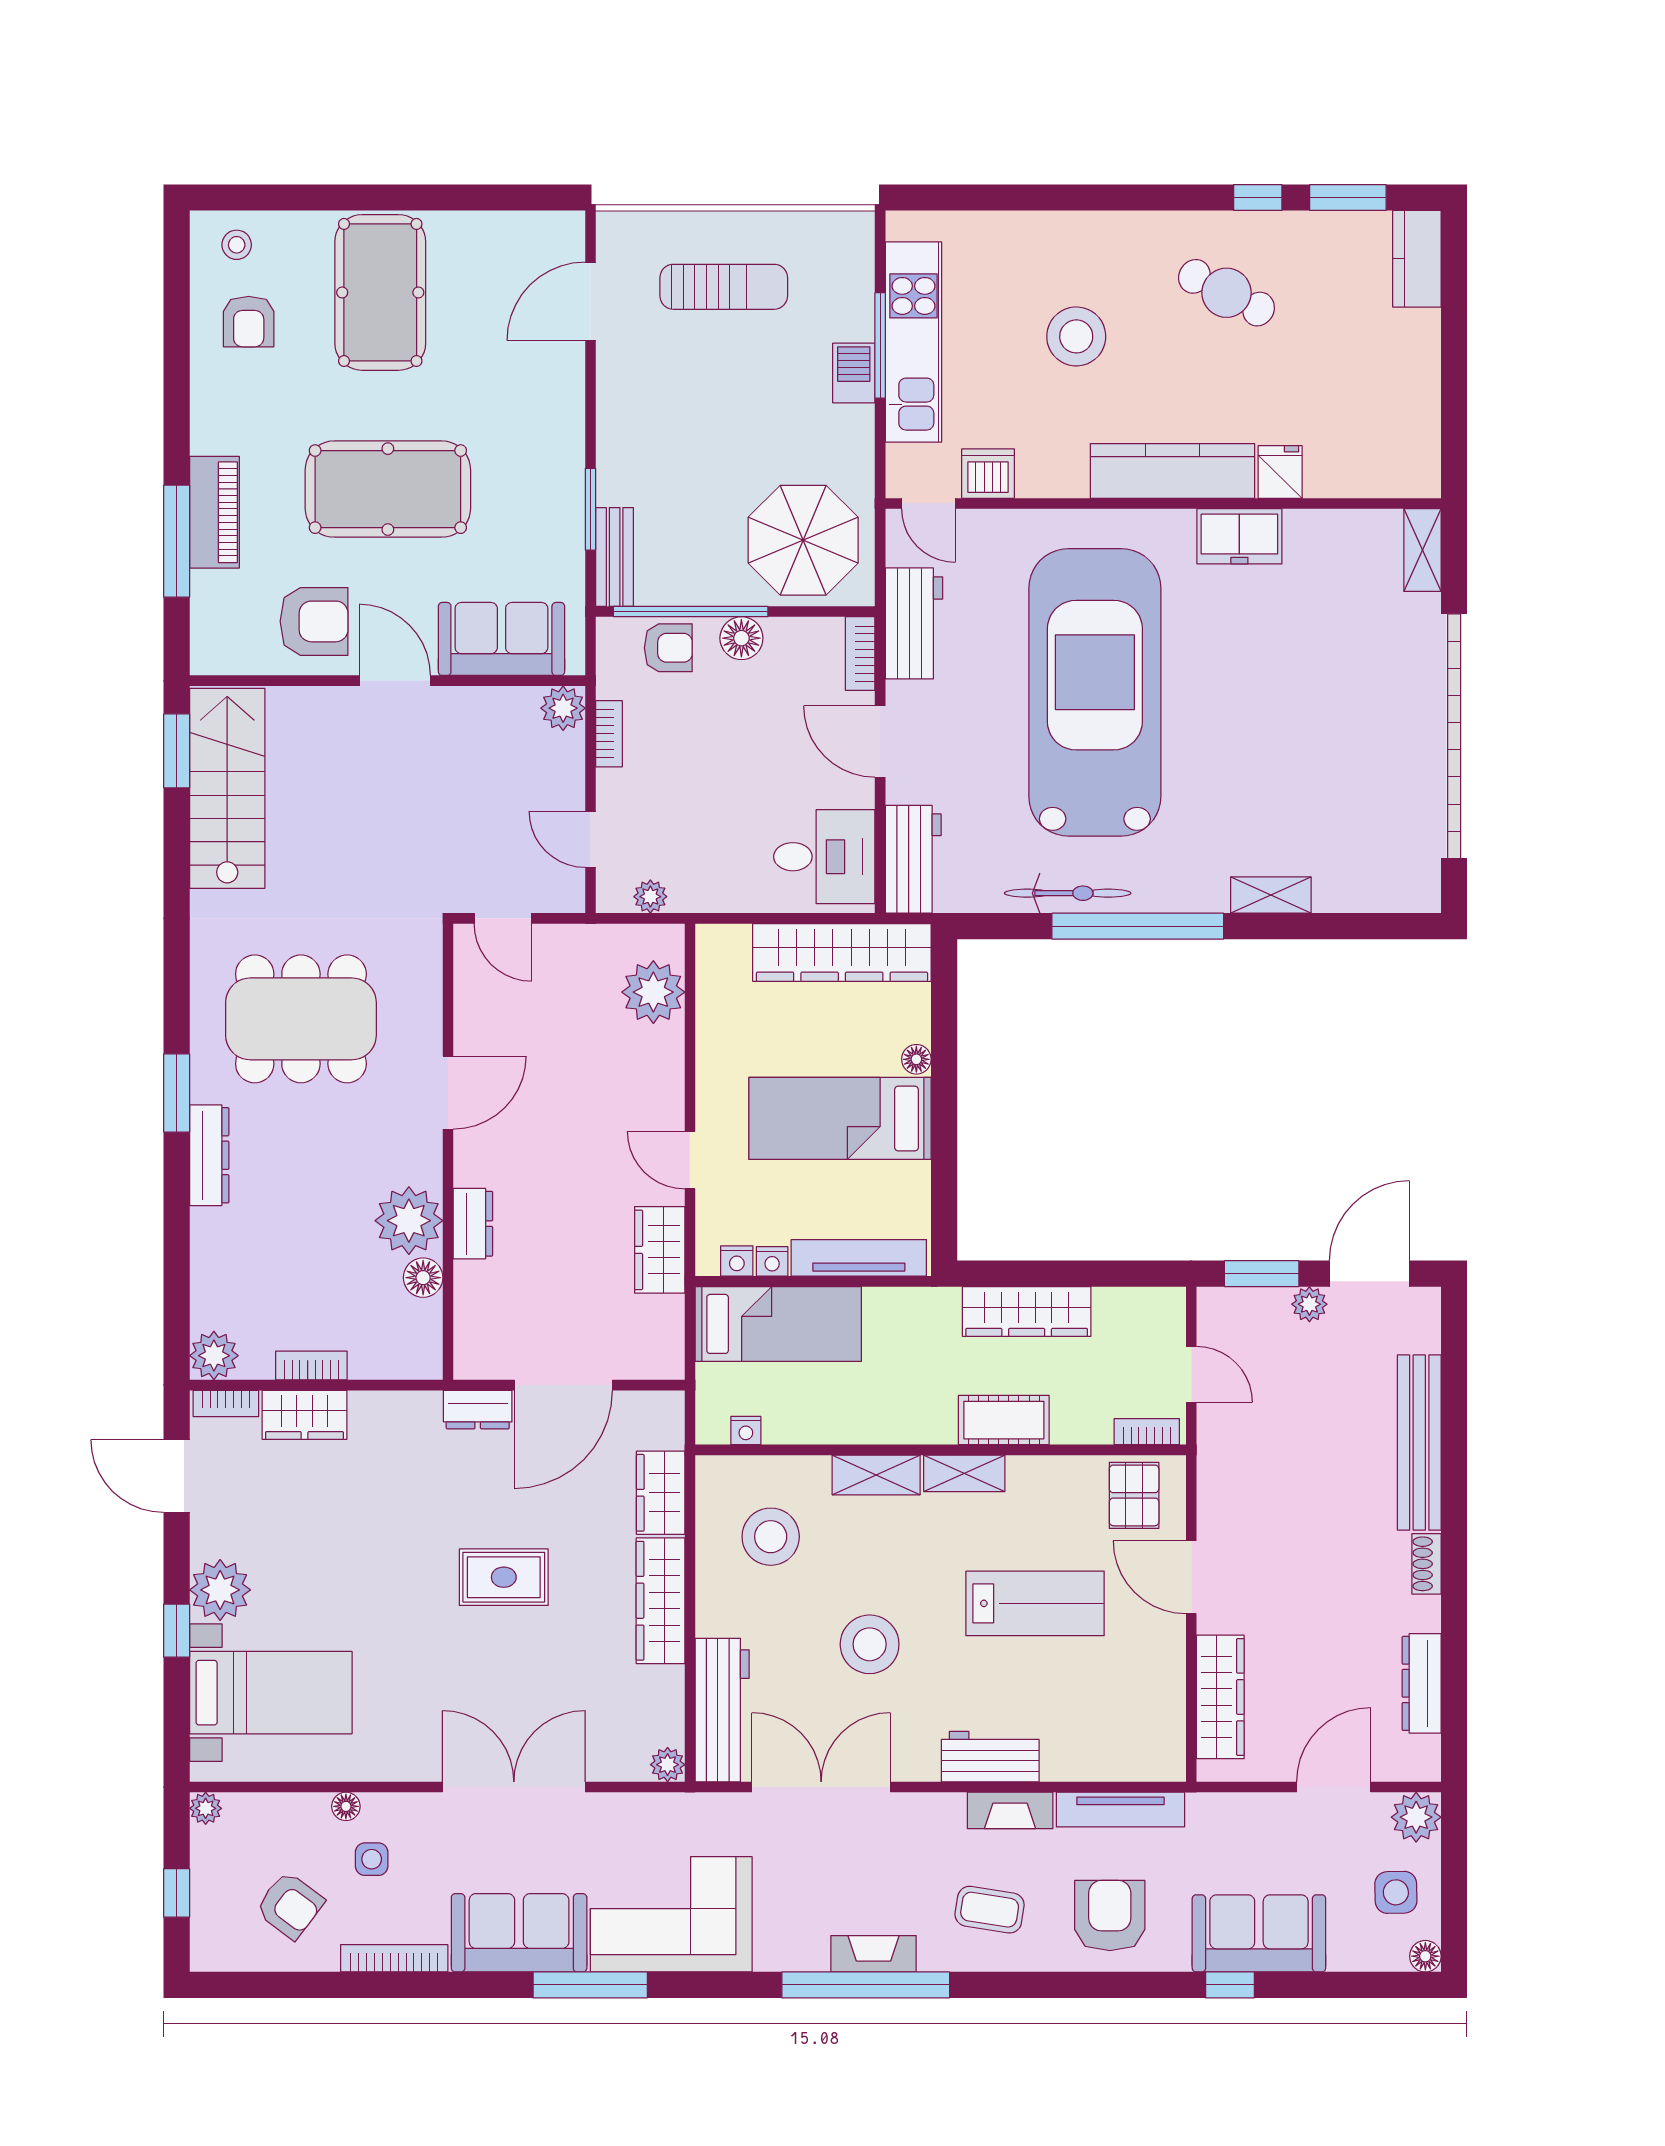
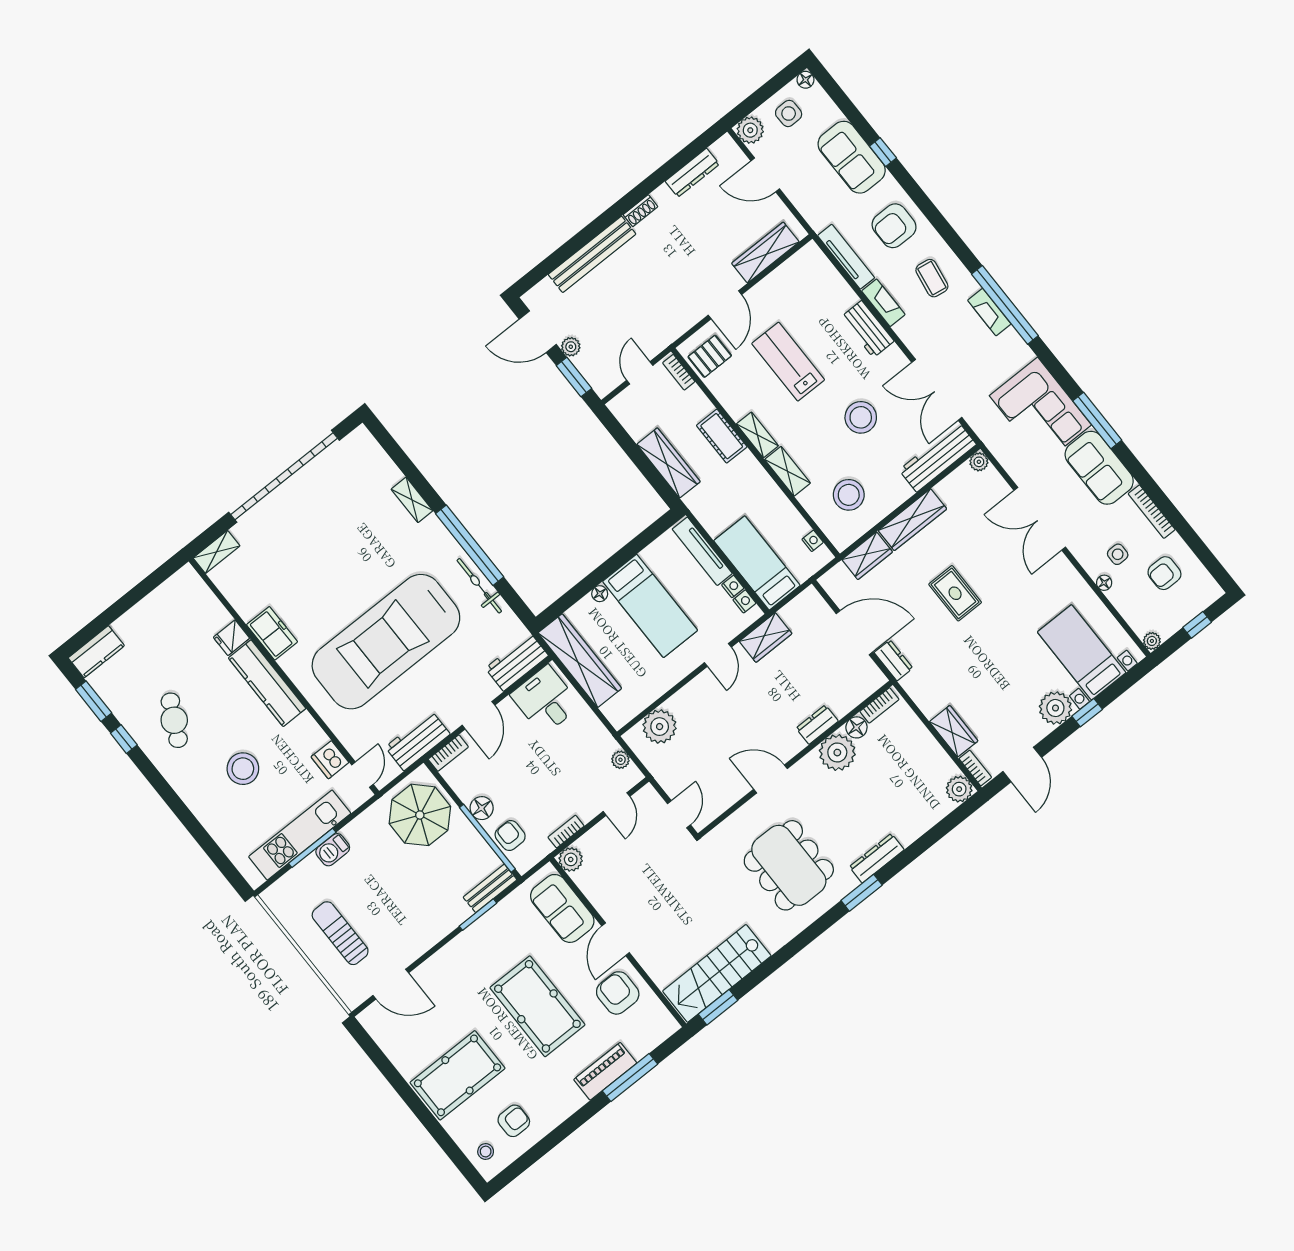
bookcase: (311, 1366) -> (879, 705), moved, turned -90
armchair: (290, 1905) -> (1164, 573), turned -127

